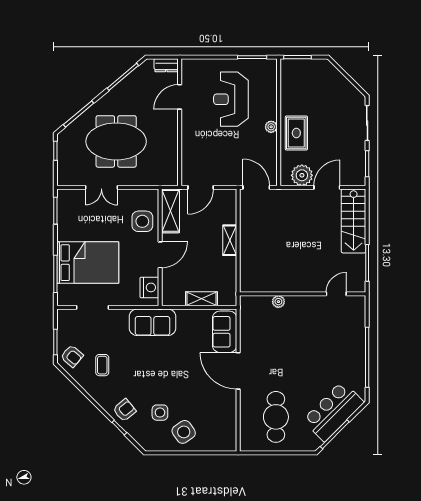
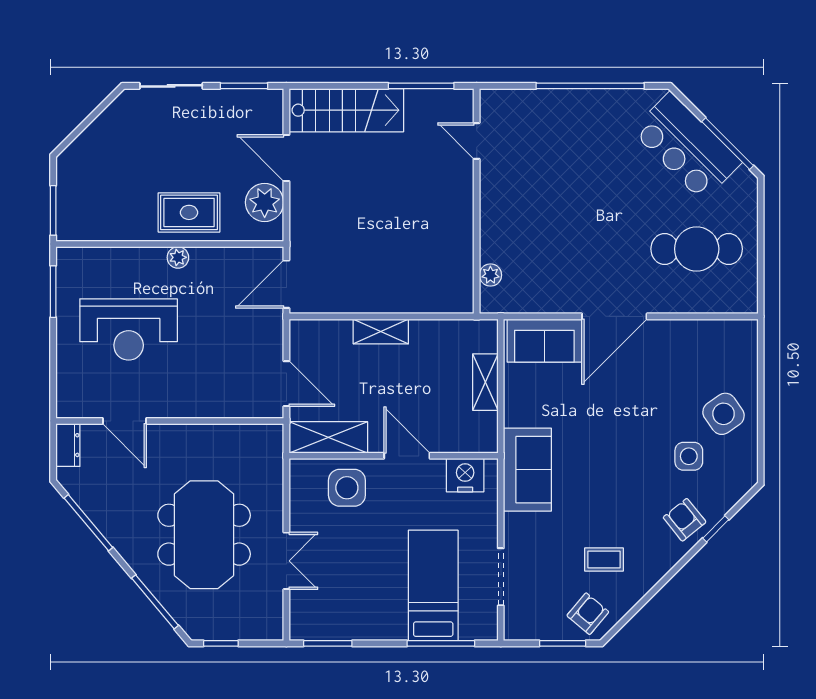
bed: (88, 263) -> (433, 585), width x0.67
plant: (278, 302) -> (490, 275), moved

